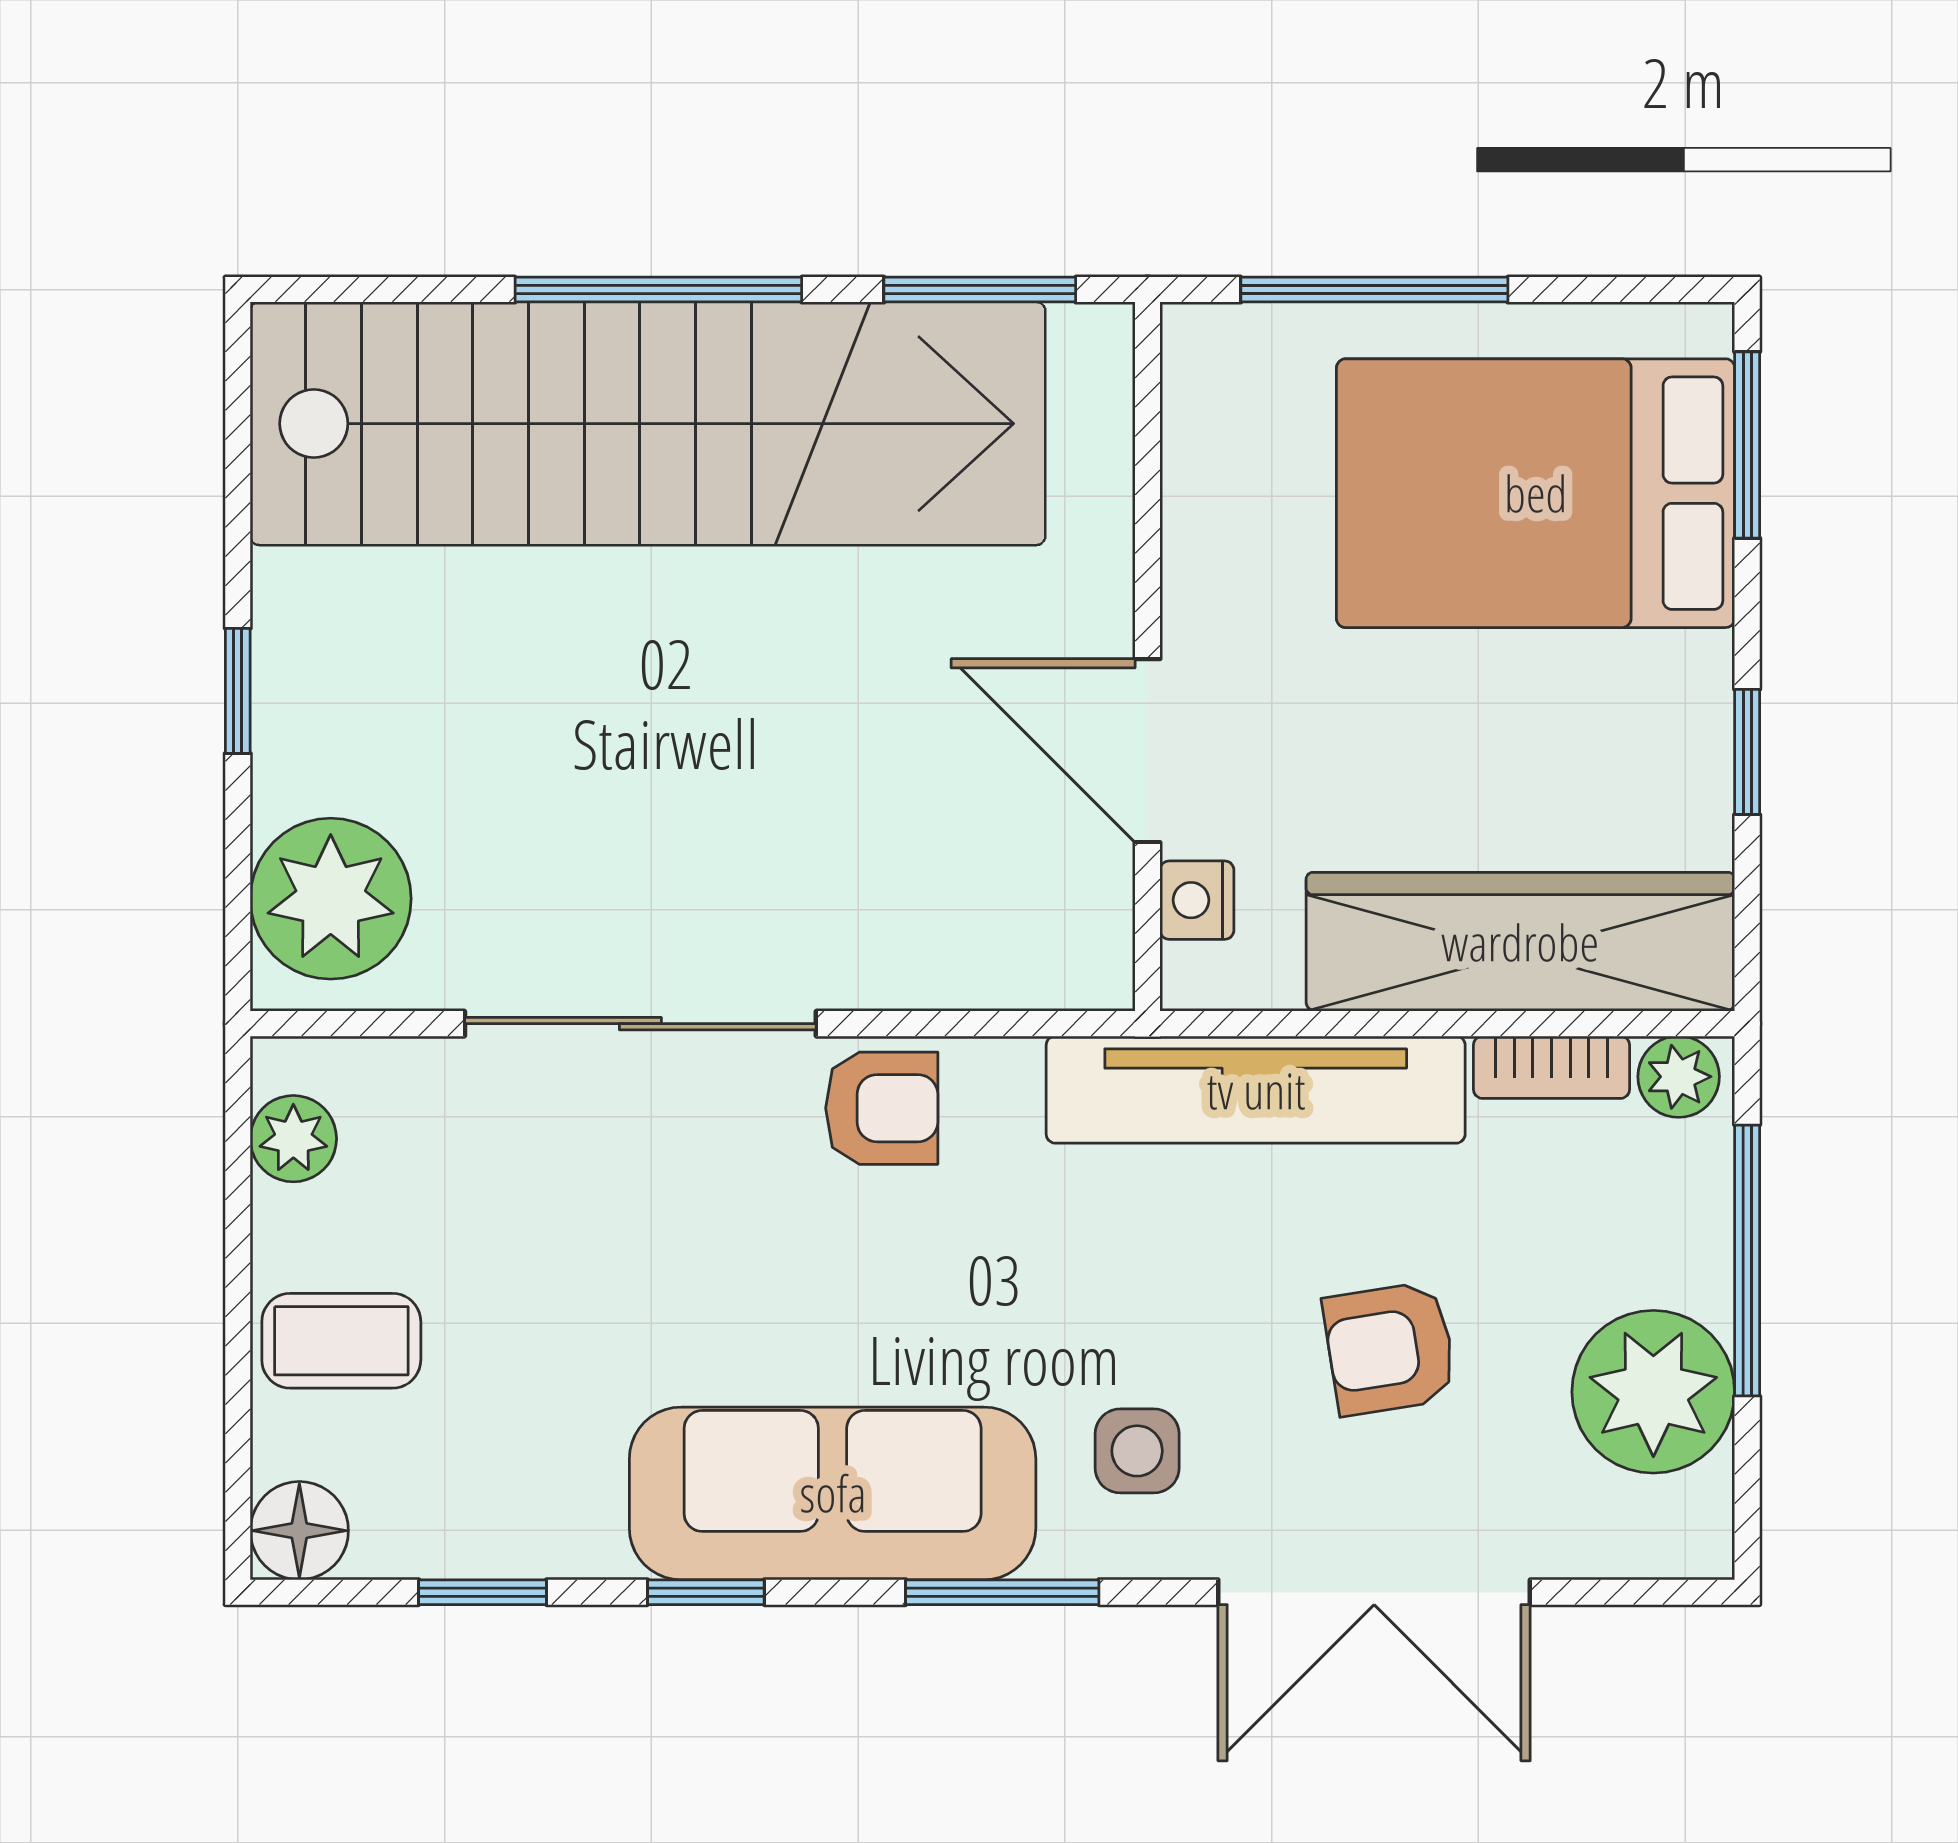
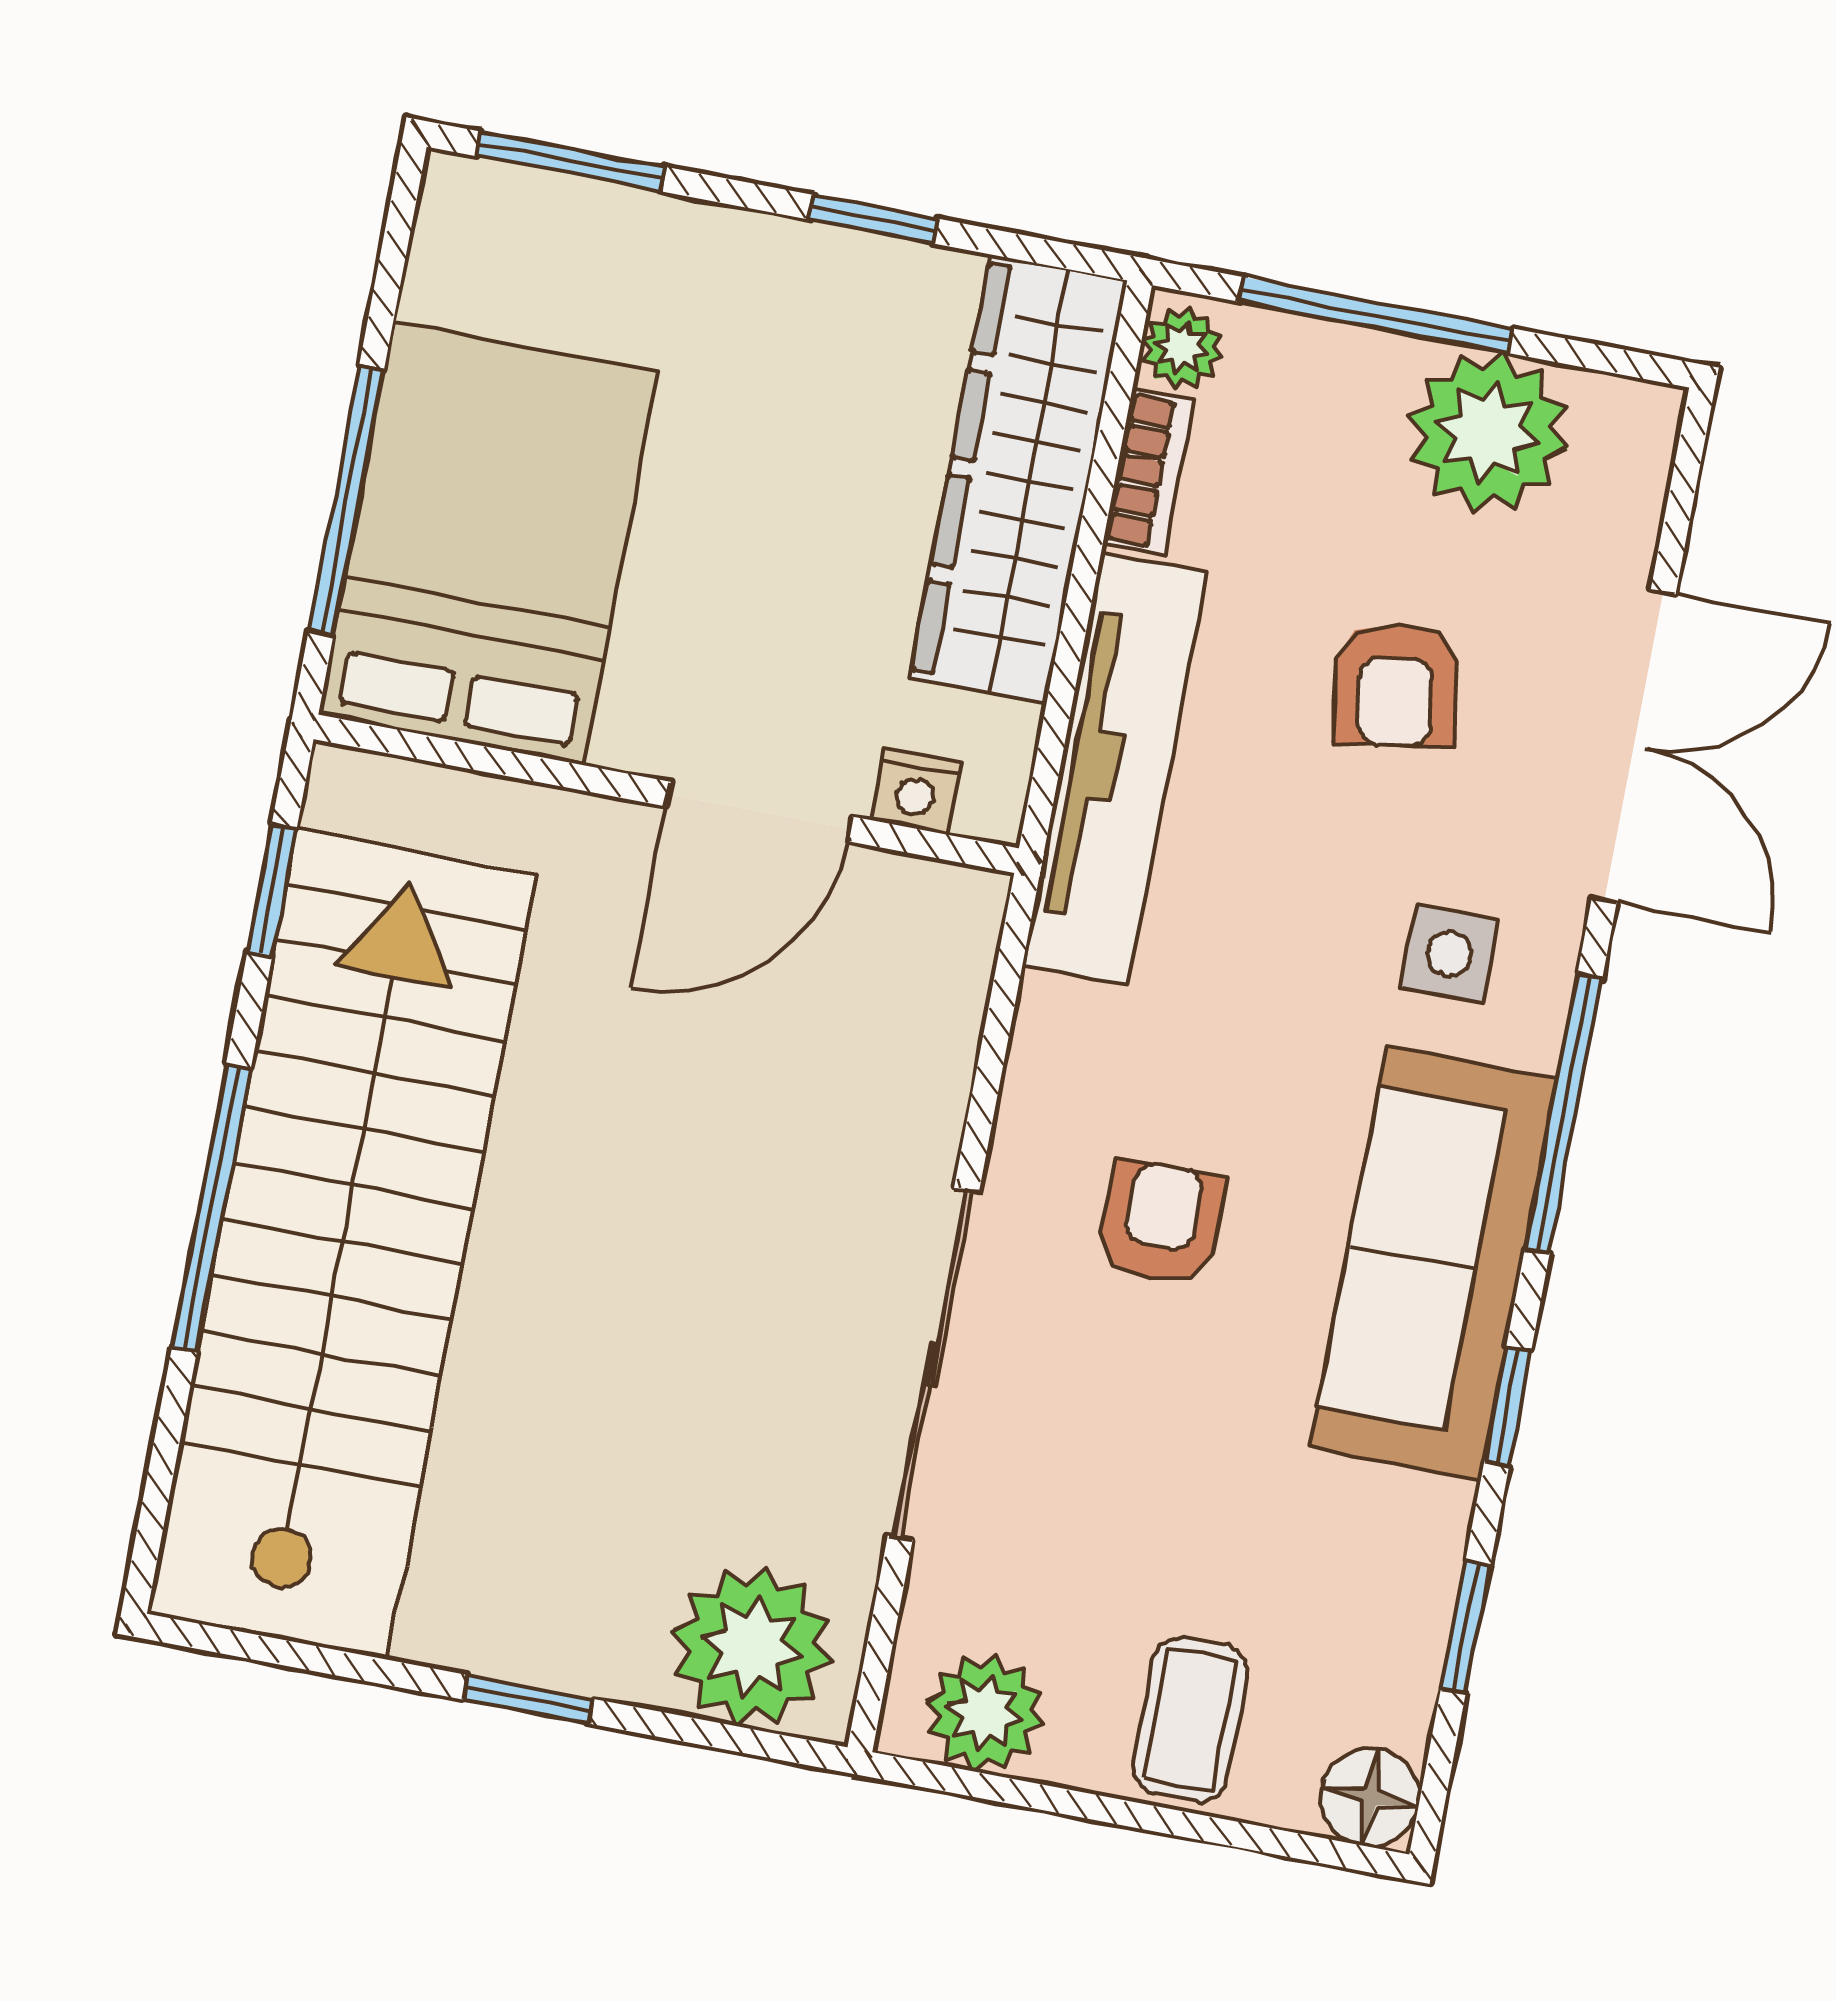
window: (980, 290) -> (272, 890), width x0.67
bed: (1536, 493) -> (489, 543), moved, turned 180
armchair: (882, 1108) -> (1161, 1222), moved
plant: (293, 1139) -> (985, 1713), width x1.38, depth x1.38
window: (1002, 1592) -> (1563, 1114), width x1.44

